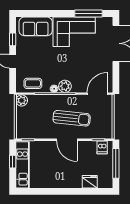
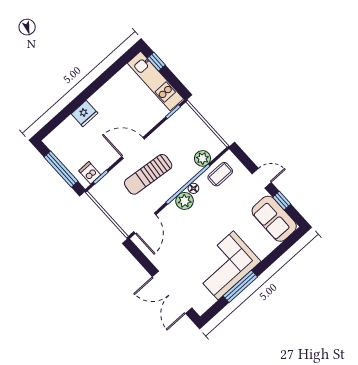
window: (88, 13) -> (240, 286), moved
sofa: (36, 26) -> (274, 219), moved, turned -90
plant: (22, 100) -> (202, 158), moved
window: (13, 162) -> (156, 62), moved
fridge: (90, 182) -> (85, 113), moved

